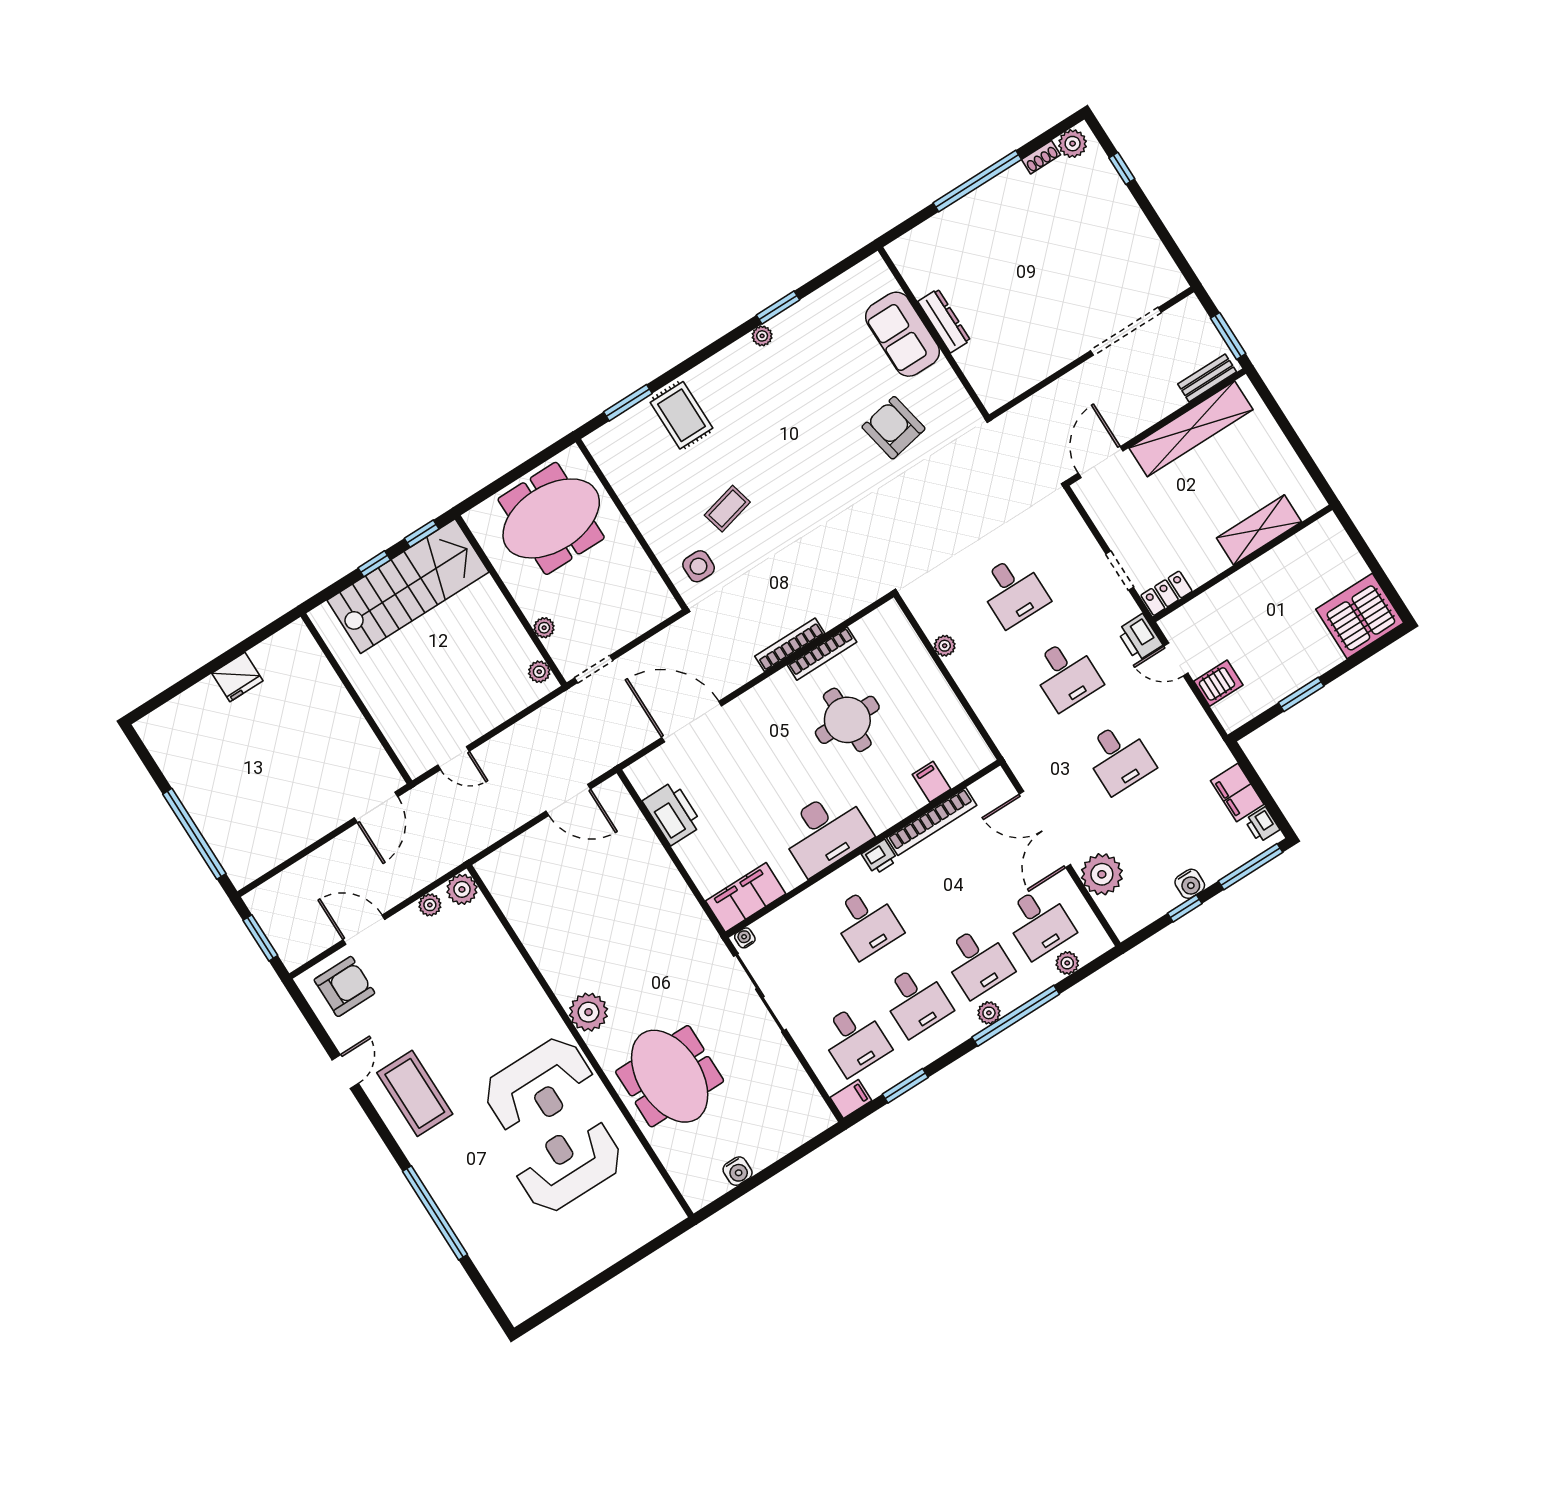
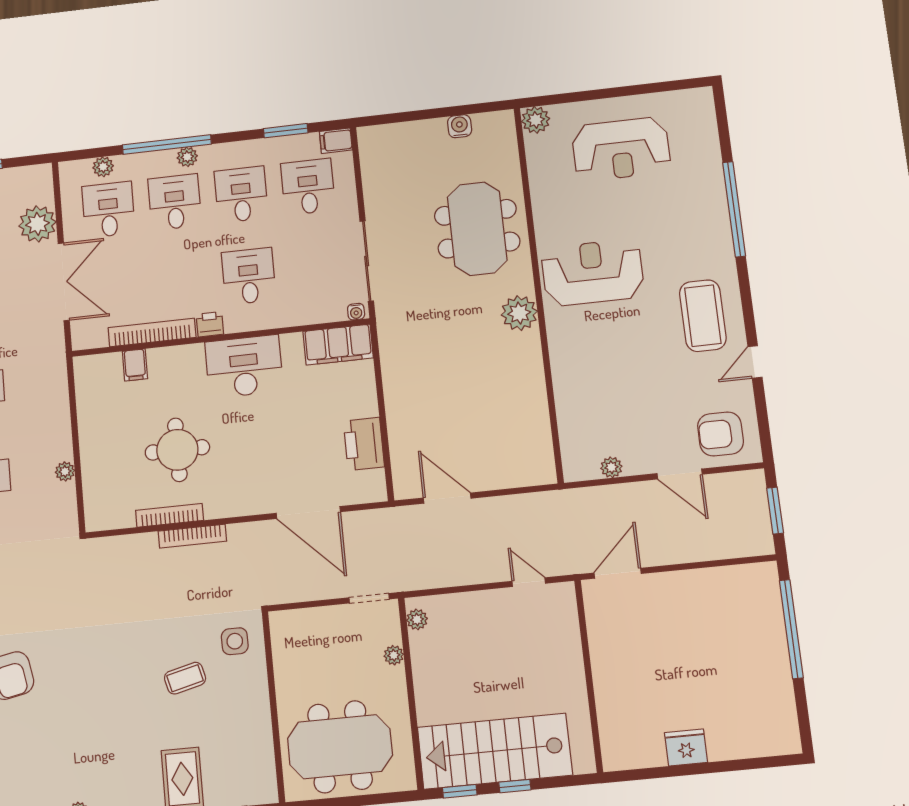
plant: (462, 889) -> (536, 120), moved
reception desk: (569, 1165) -> (621, 149), moved

